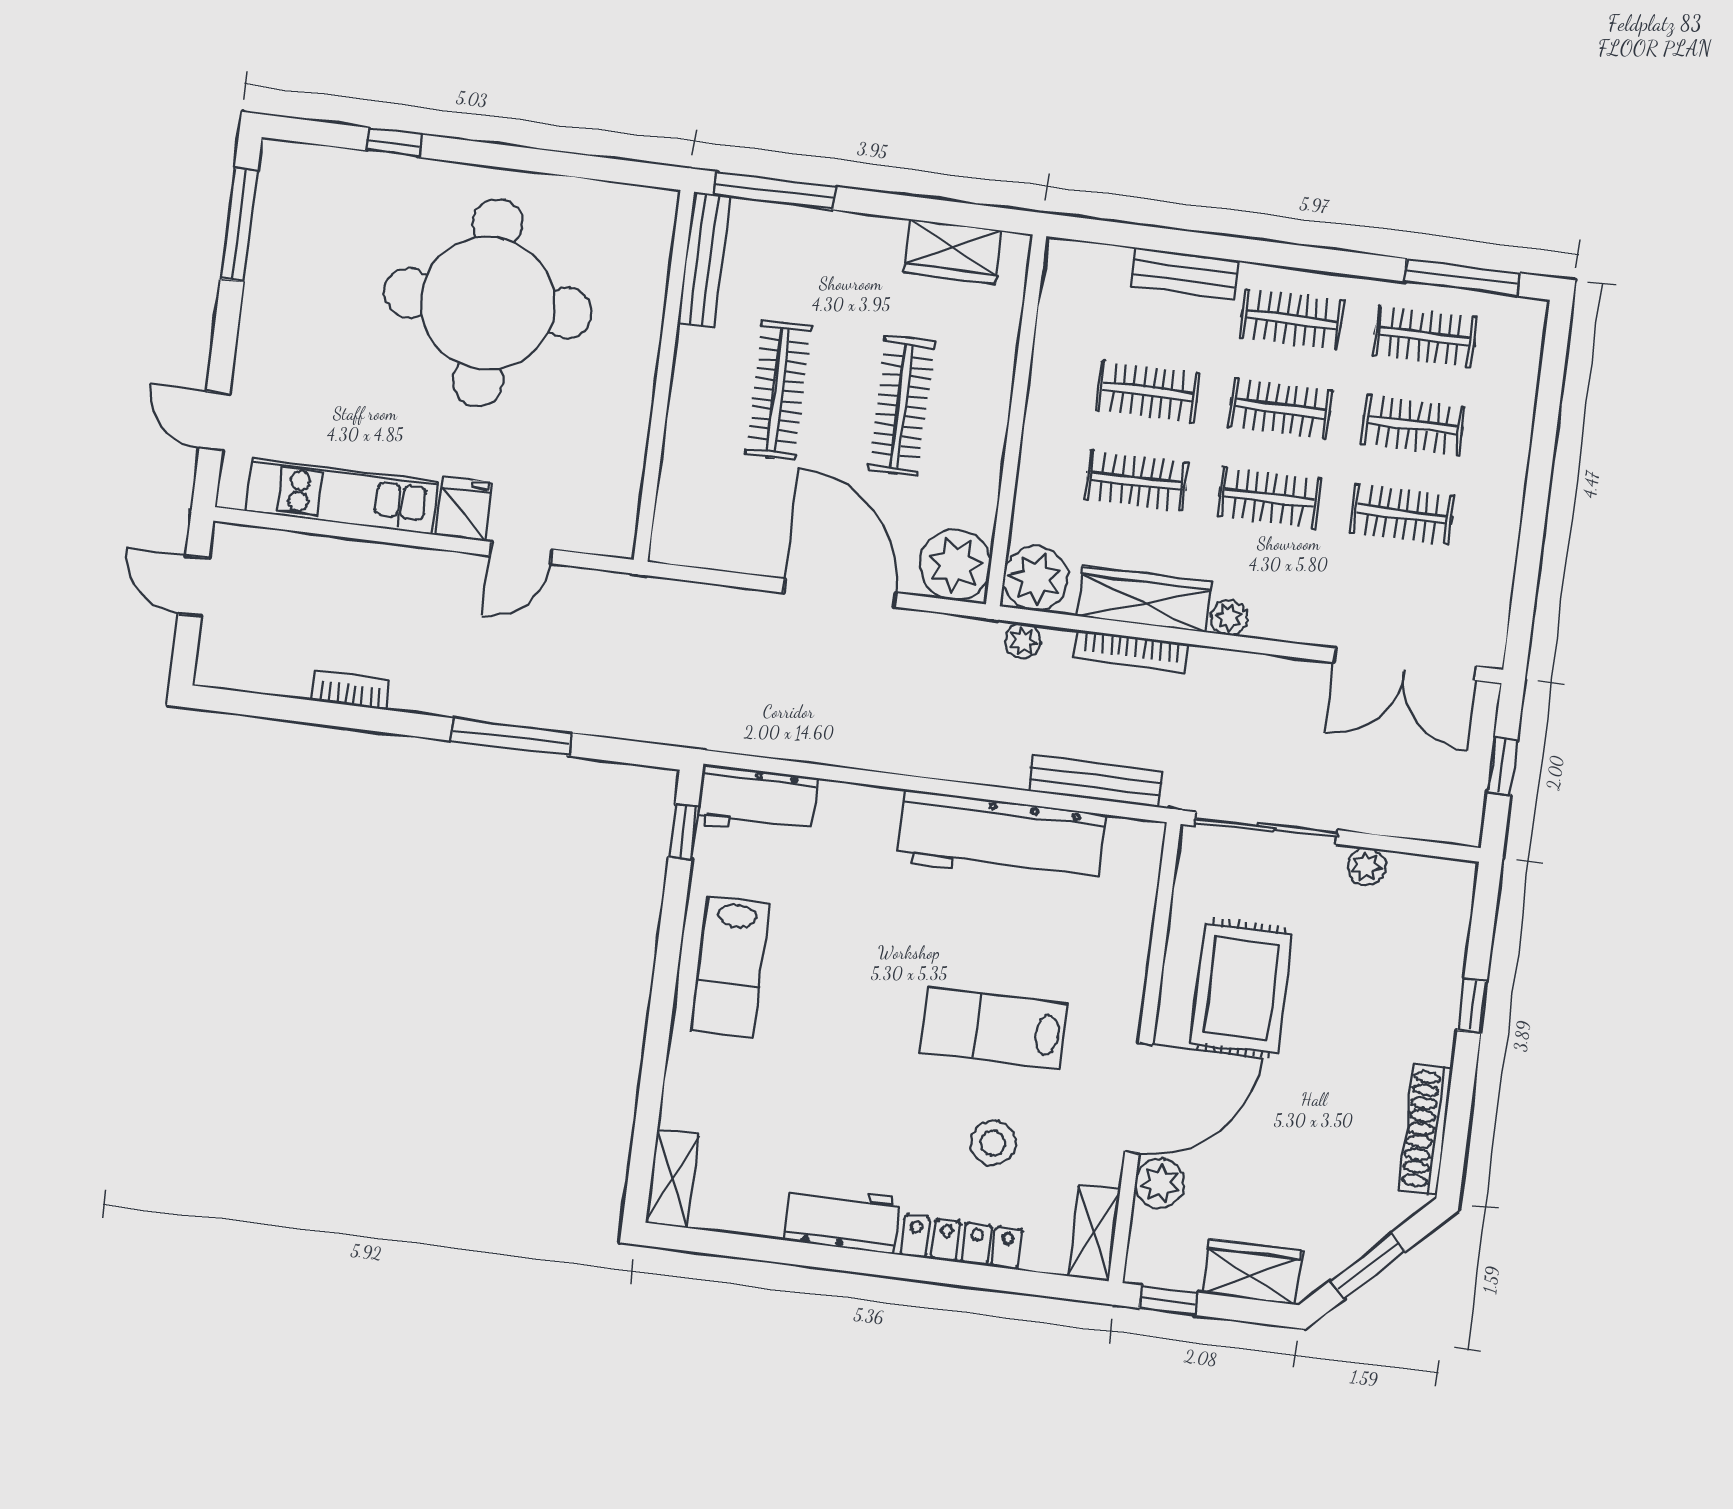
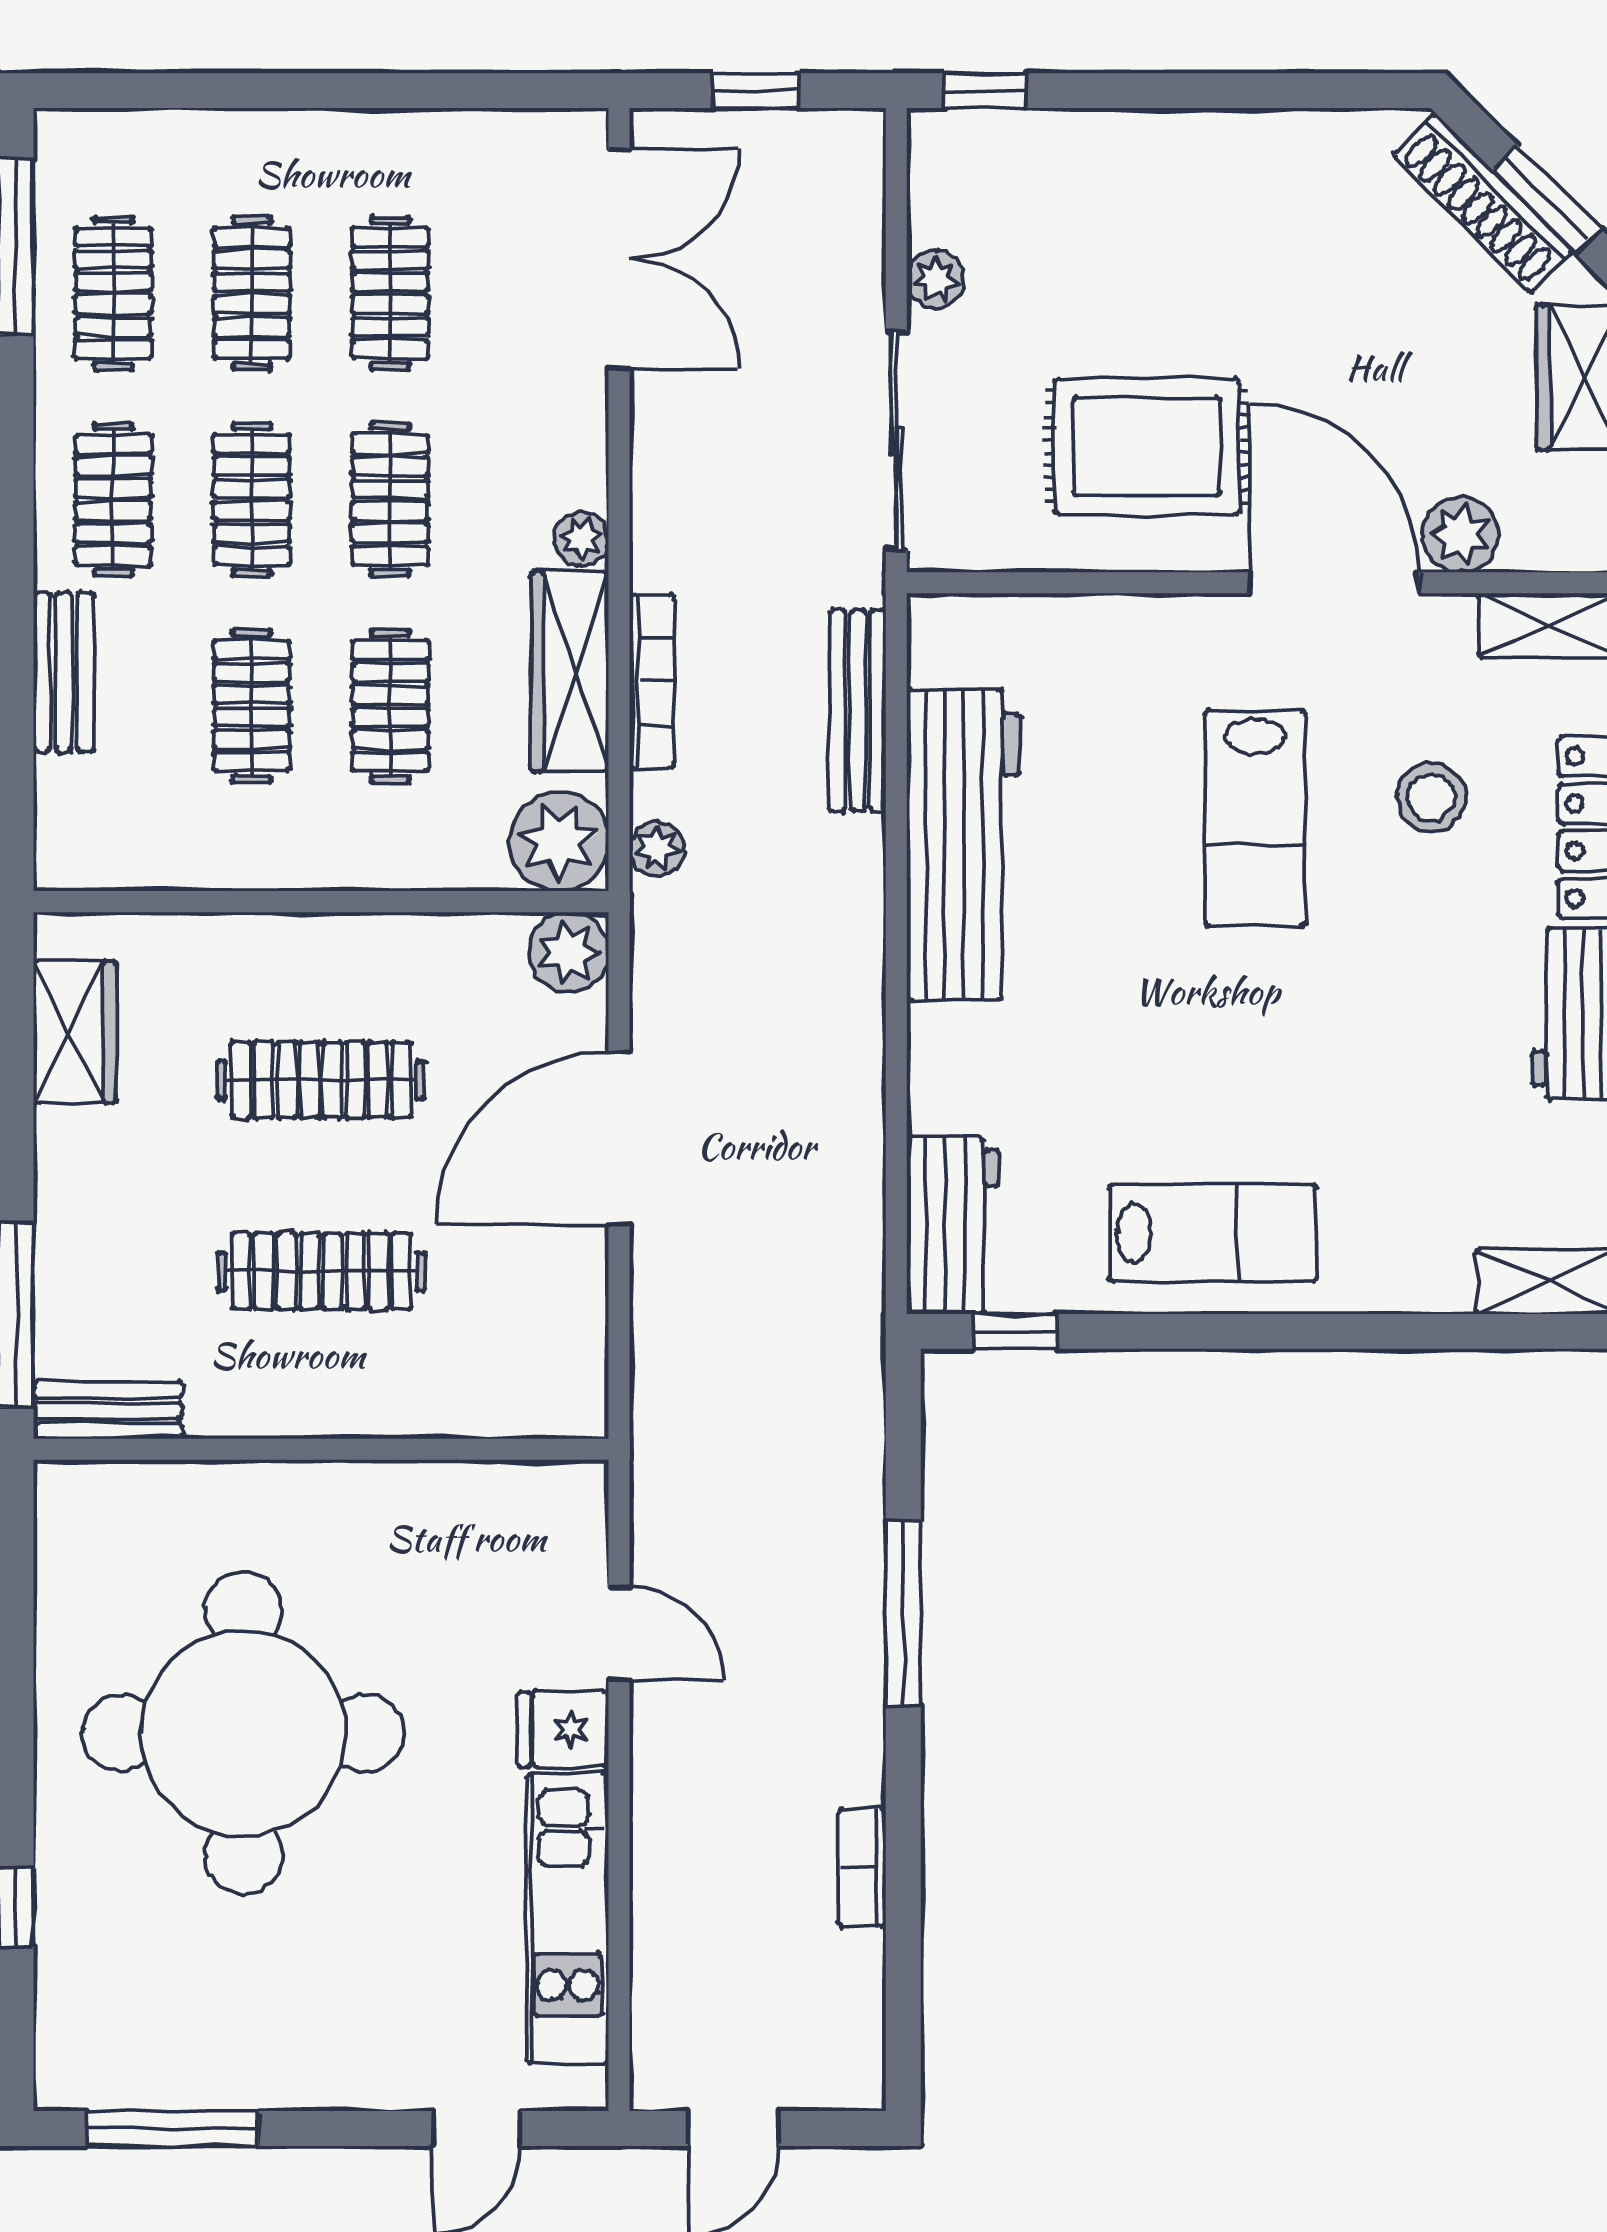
bench: (704, 259) -> (108, 1410), width x0.73
plant: (955, 565) -> (569, 952), width x0.73, depth x0.73
window: (1472, 1006) -> (985, 91), moved
shoe rack: (1425, 1129) -> (1483, 203), moved, turned 45

